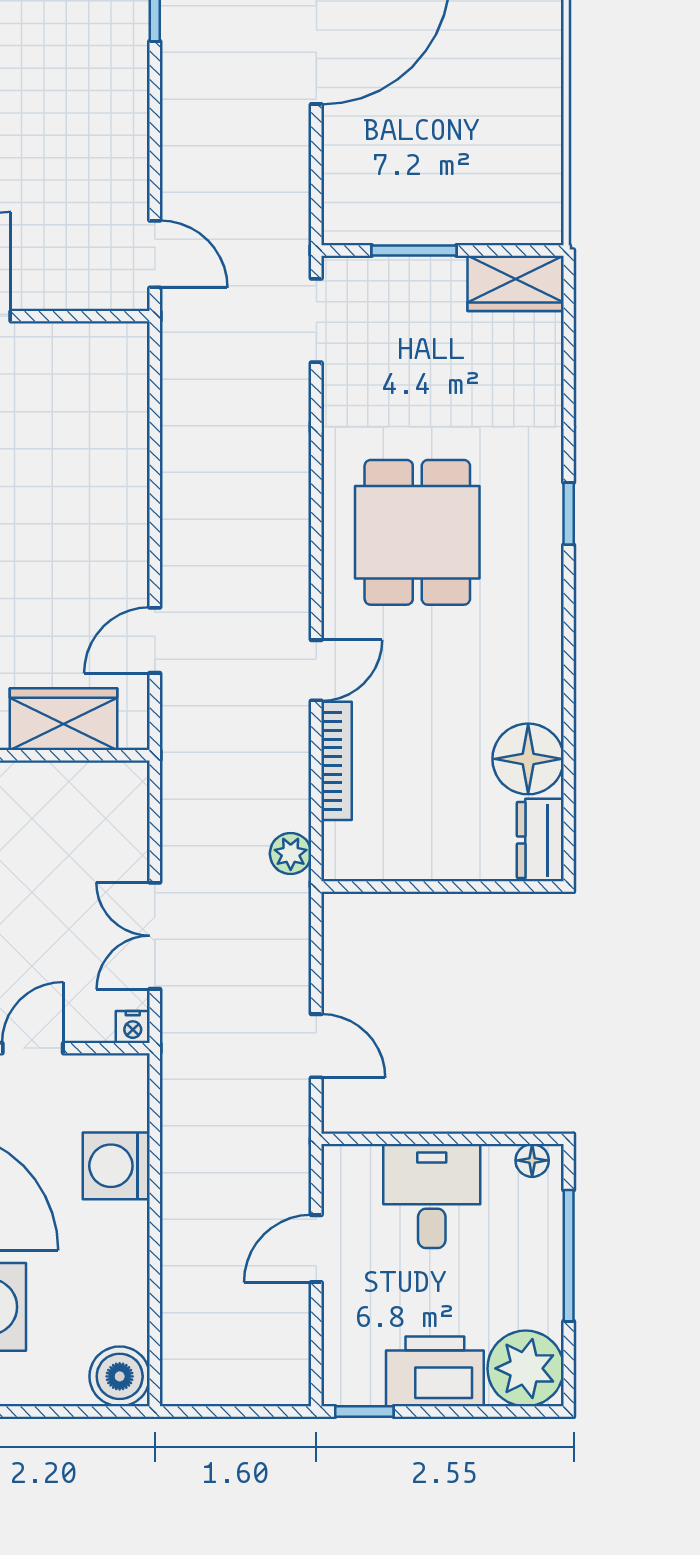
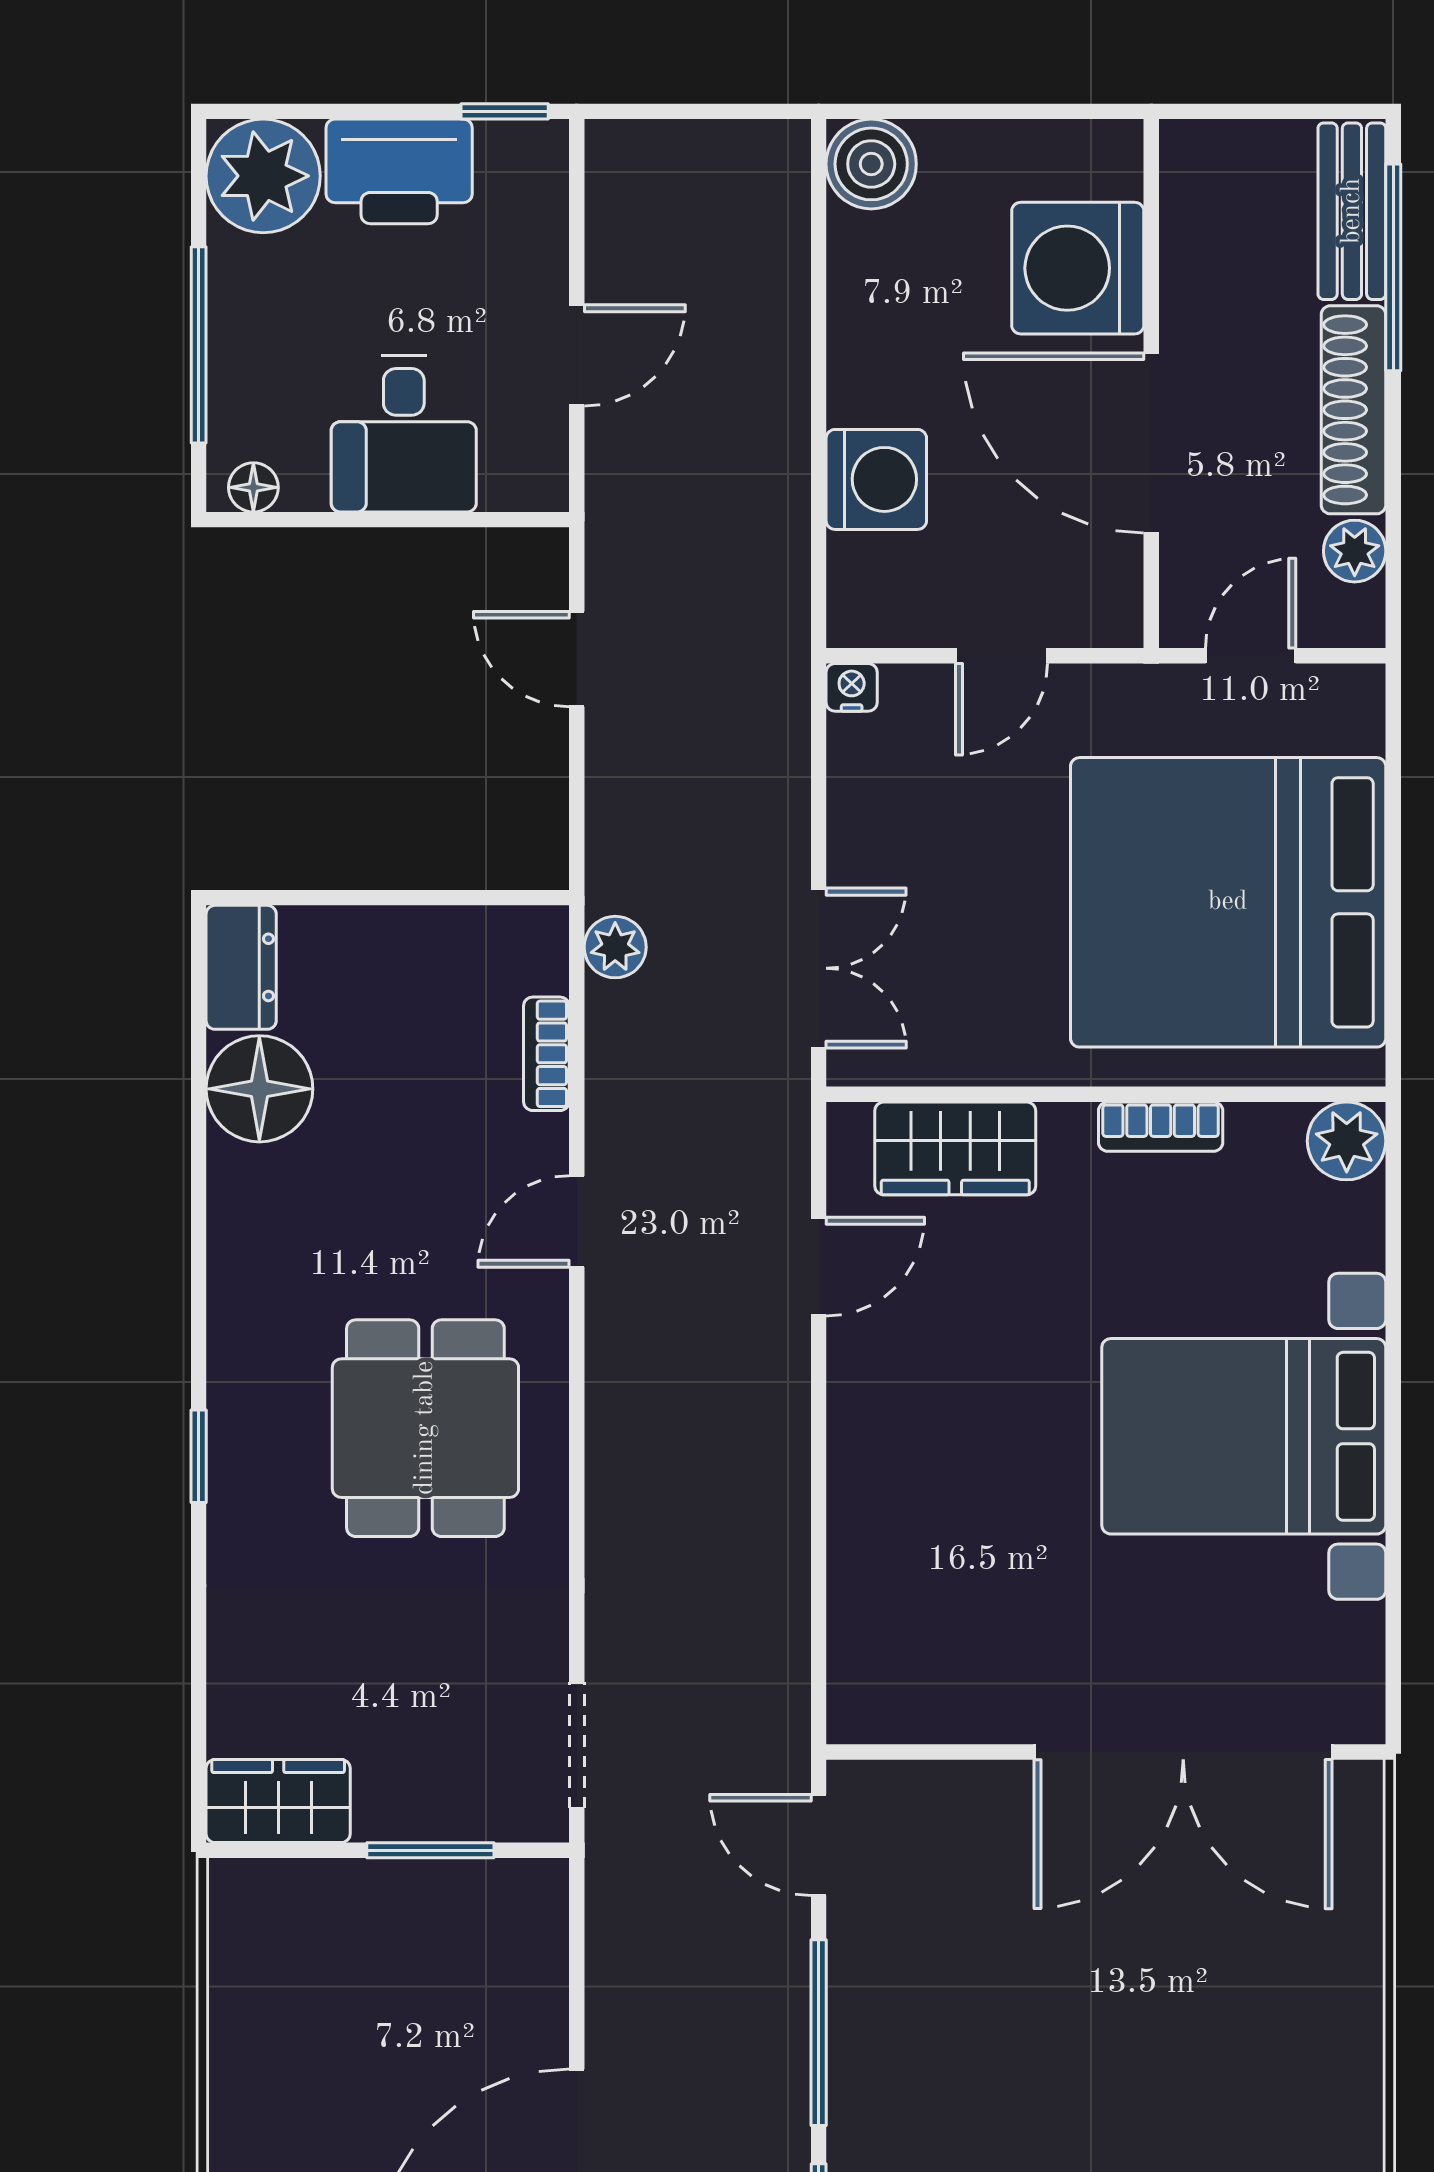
window: (155, 129) -> (819, 2033), added
bookcase: (337, 761) -> (546, 1054), width x0.64
double door: (155, 936) -> (819, 968), moved

